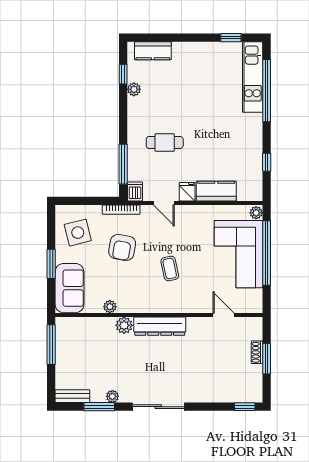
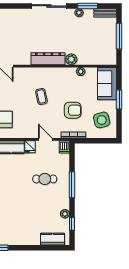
window: (123, 164) -> (72, 185), moved
armchair: (122, 247) -> (73, 110), turned 80
window: (51, 345) -> (119, 36), moved

